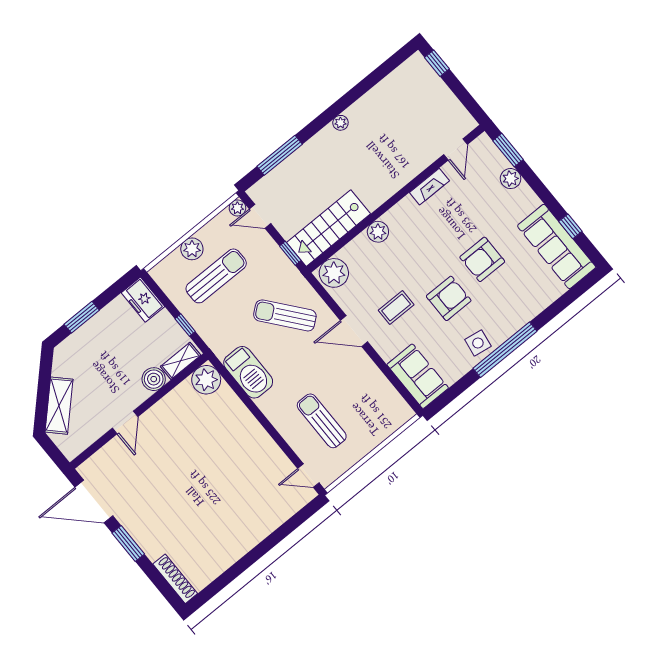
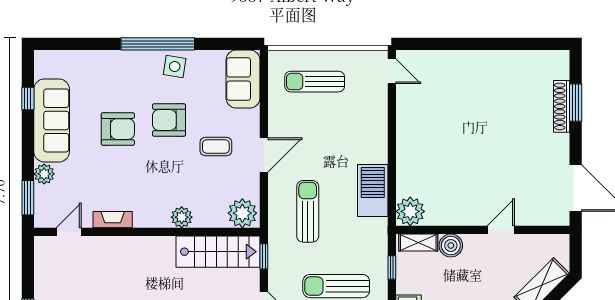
sofa: (557, 246) -> (52, 120), moved
sun lounger: (285, 315) -> (308, 211), turned -141
door: (354, 331) -> (264, 155), hinge flipped
sun lounger: (322, 421) -> (315, 82), moved, turned 90
window: (128, 544) -> (576, 103), moved
shoe rack: (175, 579) -> (562, 106), moved

